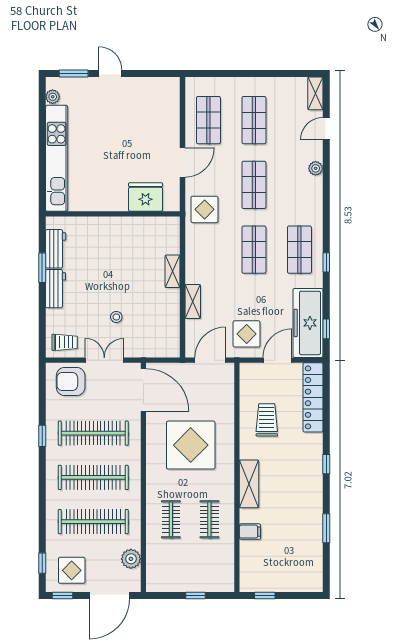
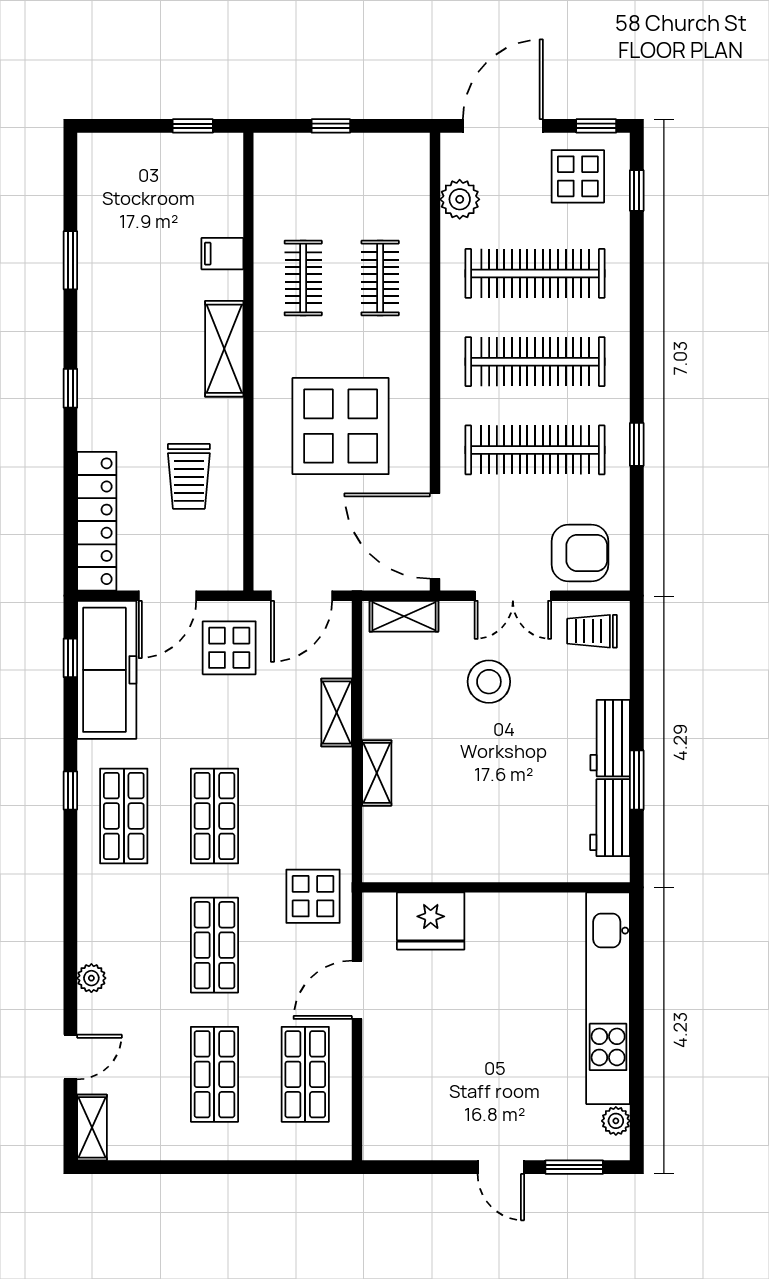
stool: (116, 317) -> (489, 682), width x1.89, depth x1.89
shelving: (159, 350) -> (404, 616), added

